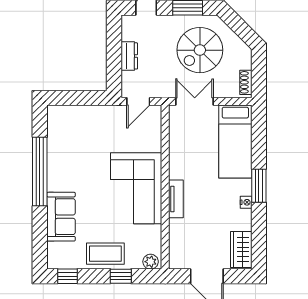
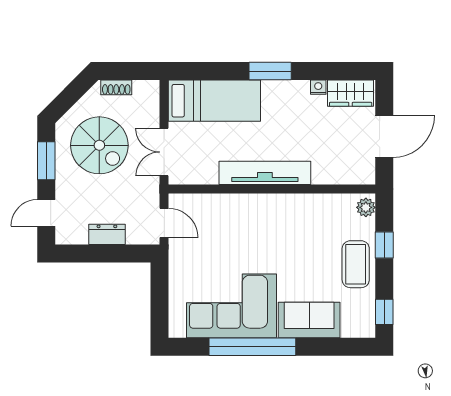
shoe rack: (246, 82) -> (116, 87), moved
corner sofa: (136, 188) -> (232, 306), moved, turned 180
tv unit: (176, 199) -> (265, 173), width x1.92, depth x1.29
nightstand: (246, 202) -> (318, 87), moved

